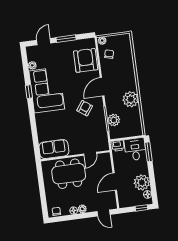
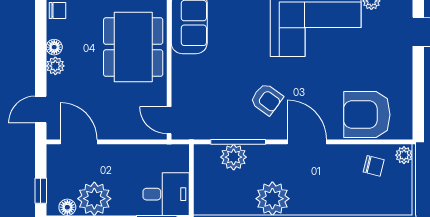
window: (66, 39) -> (418, 79), removed
armchair: (86, 60) -> (367, 115), turned 180
printer: (118, 146) -> (178, 159), removed
door: (90, 154) -> (169, 120), moved
door: (115, 182) -> (79, 142), moved

